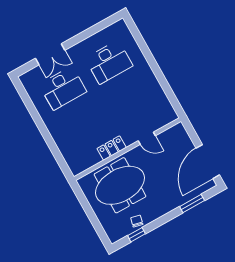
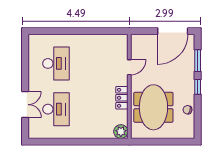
door: (208, 162) -> (173, 31), hinge flipped
plant: (77, 166) -> (121, 132), added
window: (136, 235) -> (198, 87), moved

